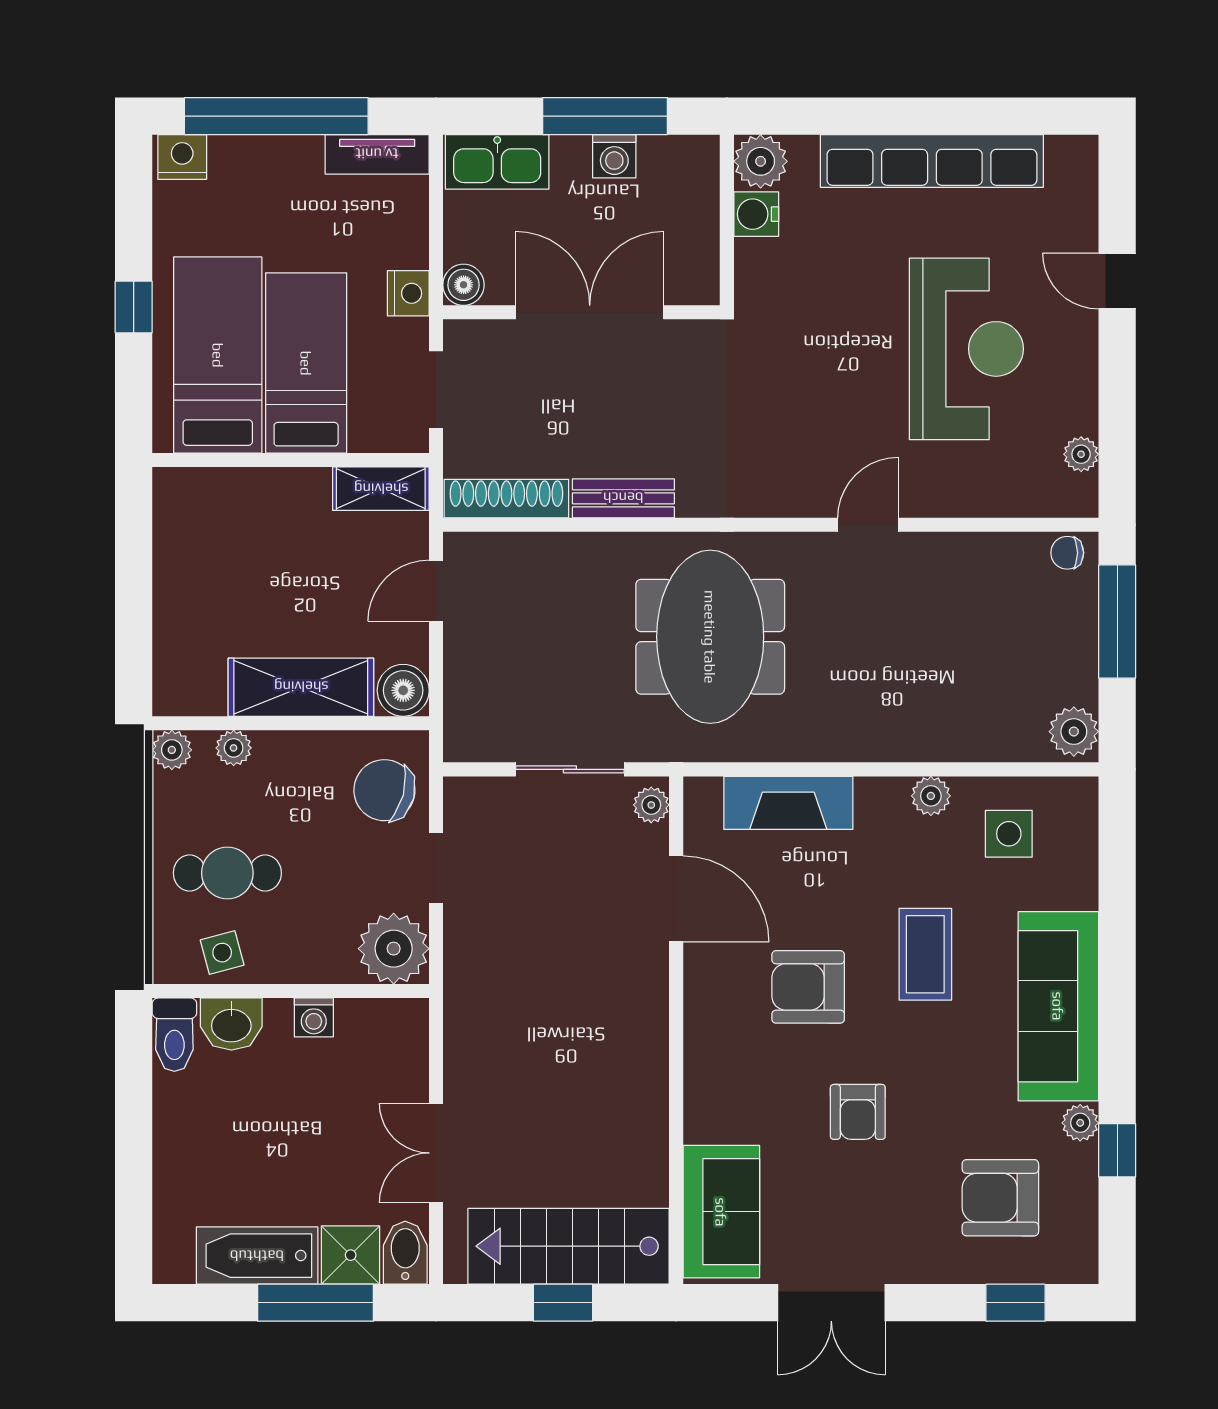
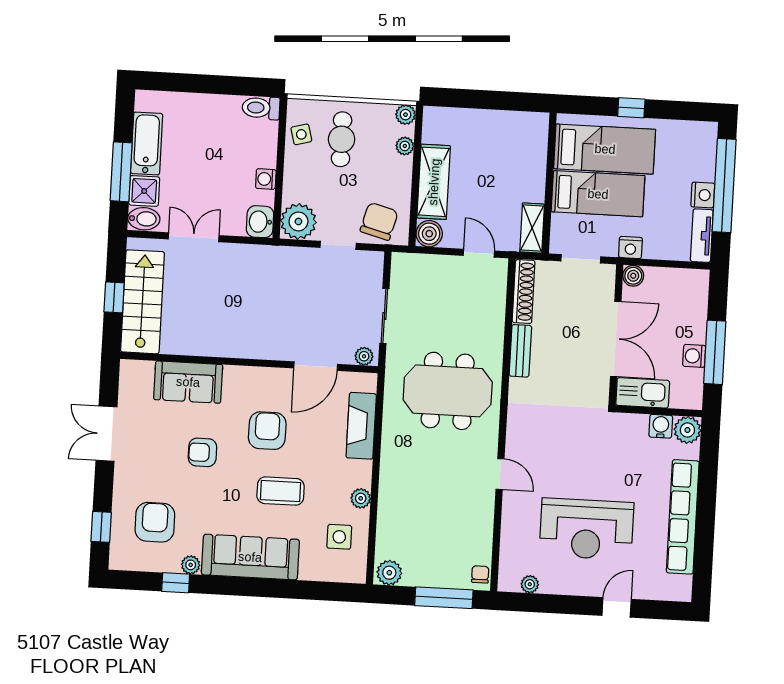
nightstand: (182, 157) -> (703, 195), moved
kitchen sink: (497, 162) -> (643, 393), moved, turned 90
washbasin: (231, 1024) -> (260, 222), moved
sofa: (721, 1212) -> (188, 382), moved

